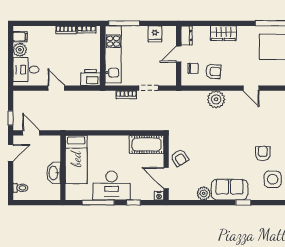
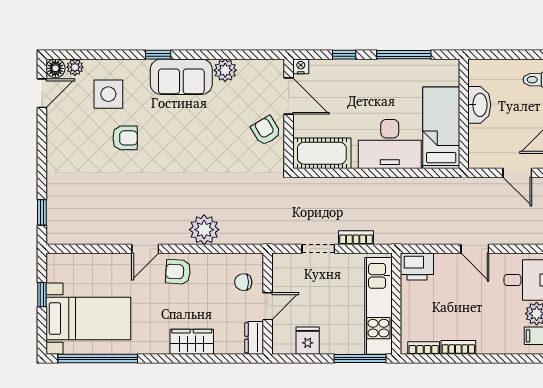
armchair: (213, 71) -> (178, 272), moved
door: (251, 88) -> (145, 249), swing flipped
armchair: (263, 153) -> (125, 138), turned -90
desk: (112, 186) -> (390, 144), moved, turned 180

